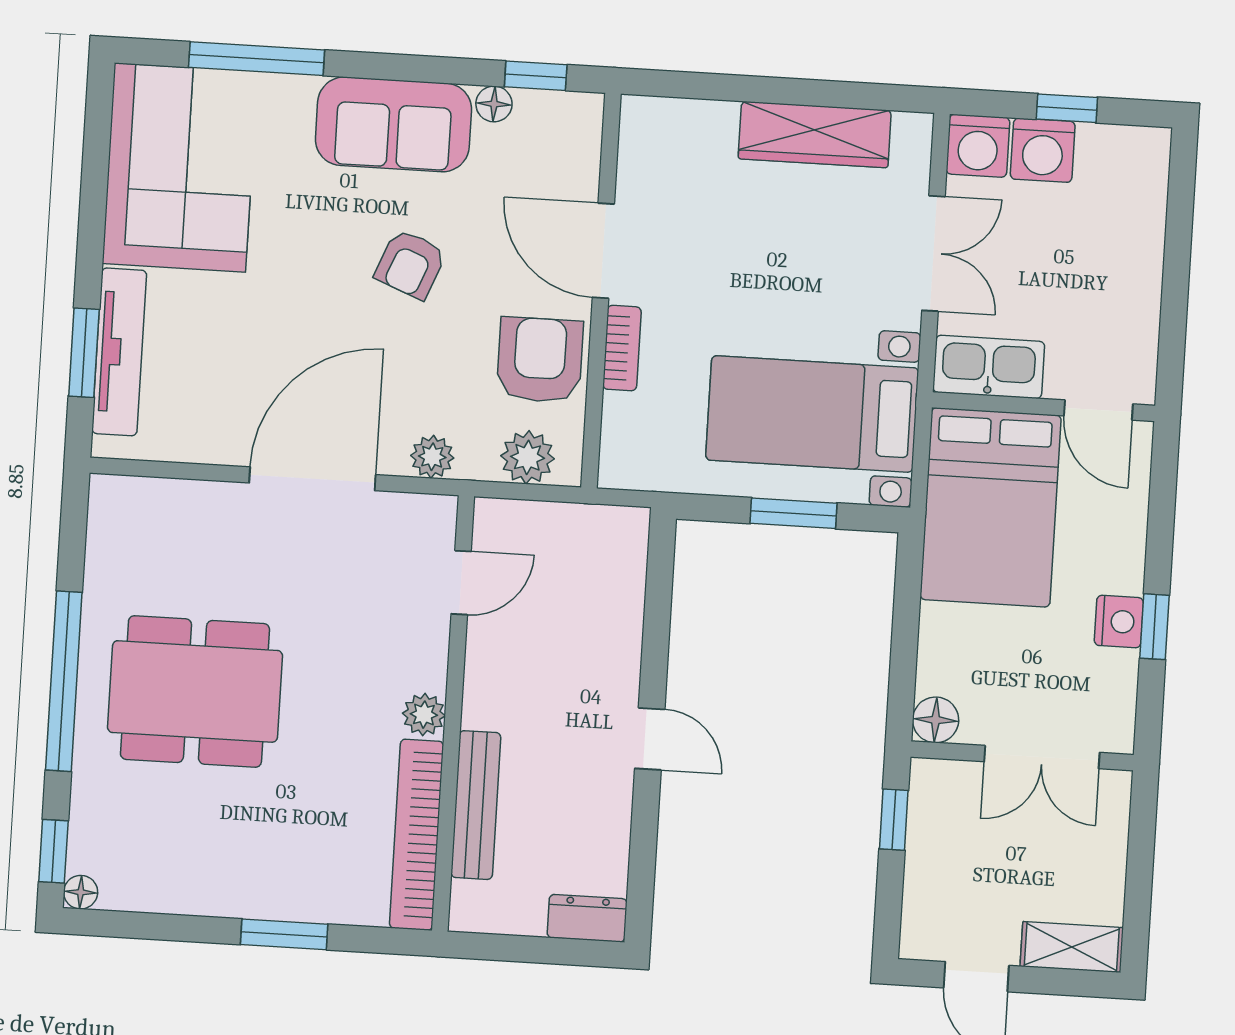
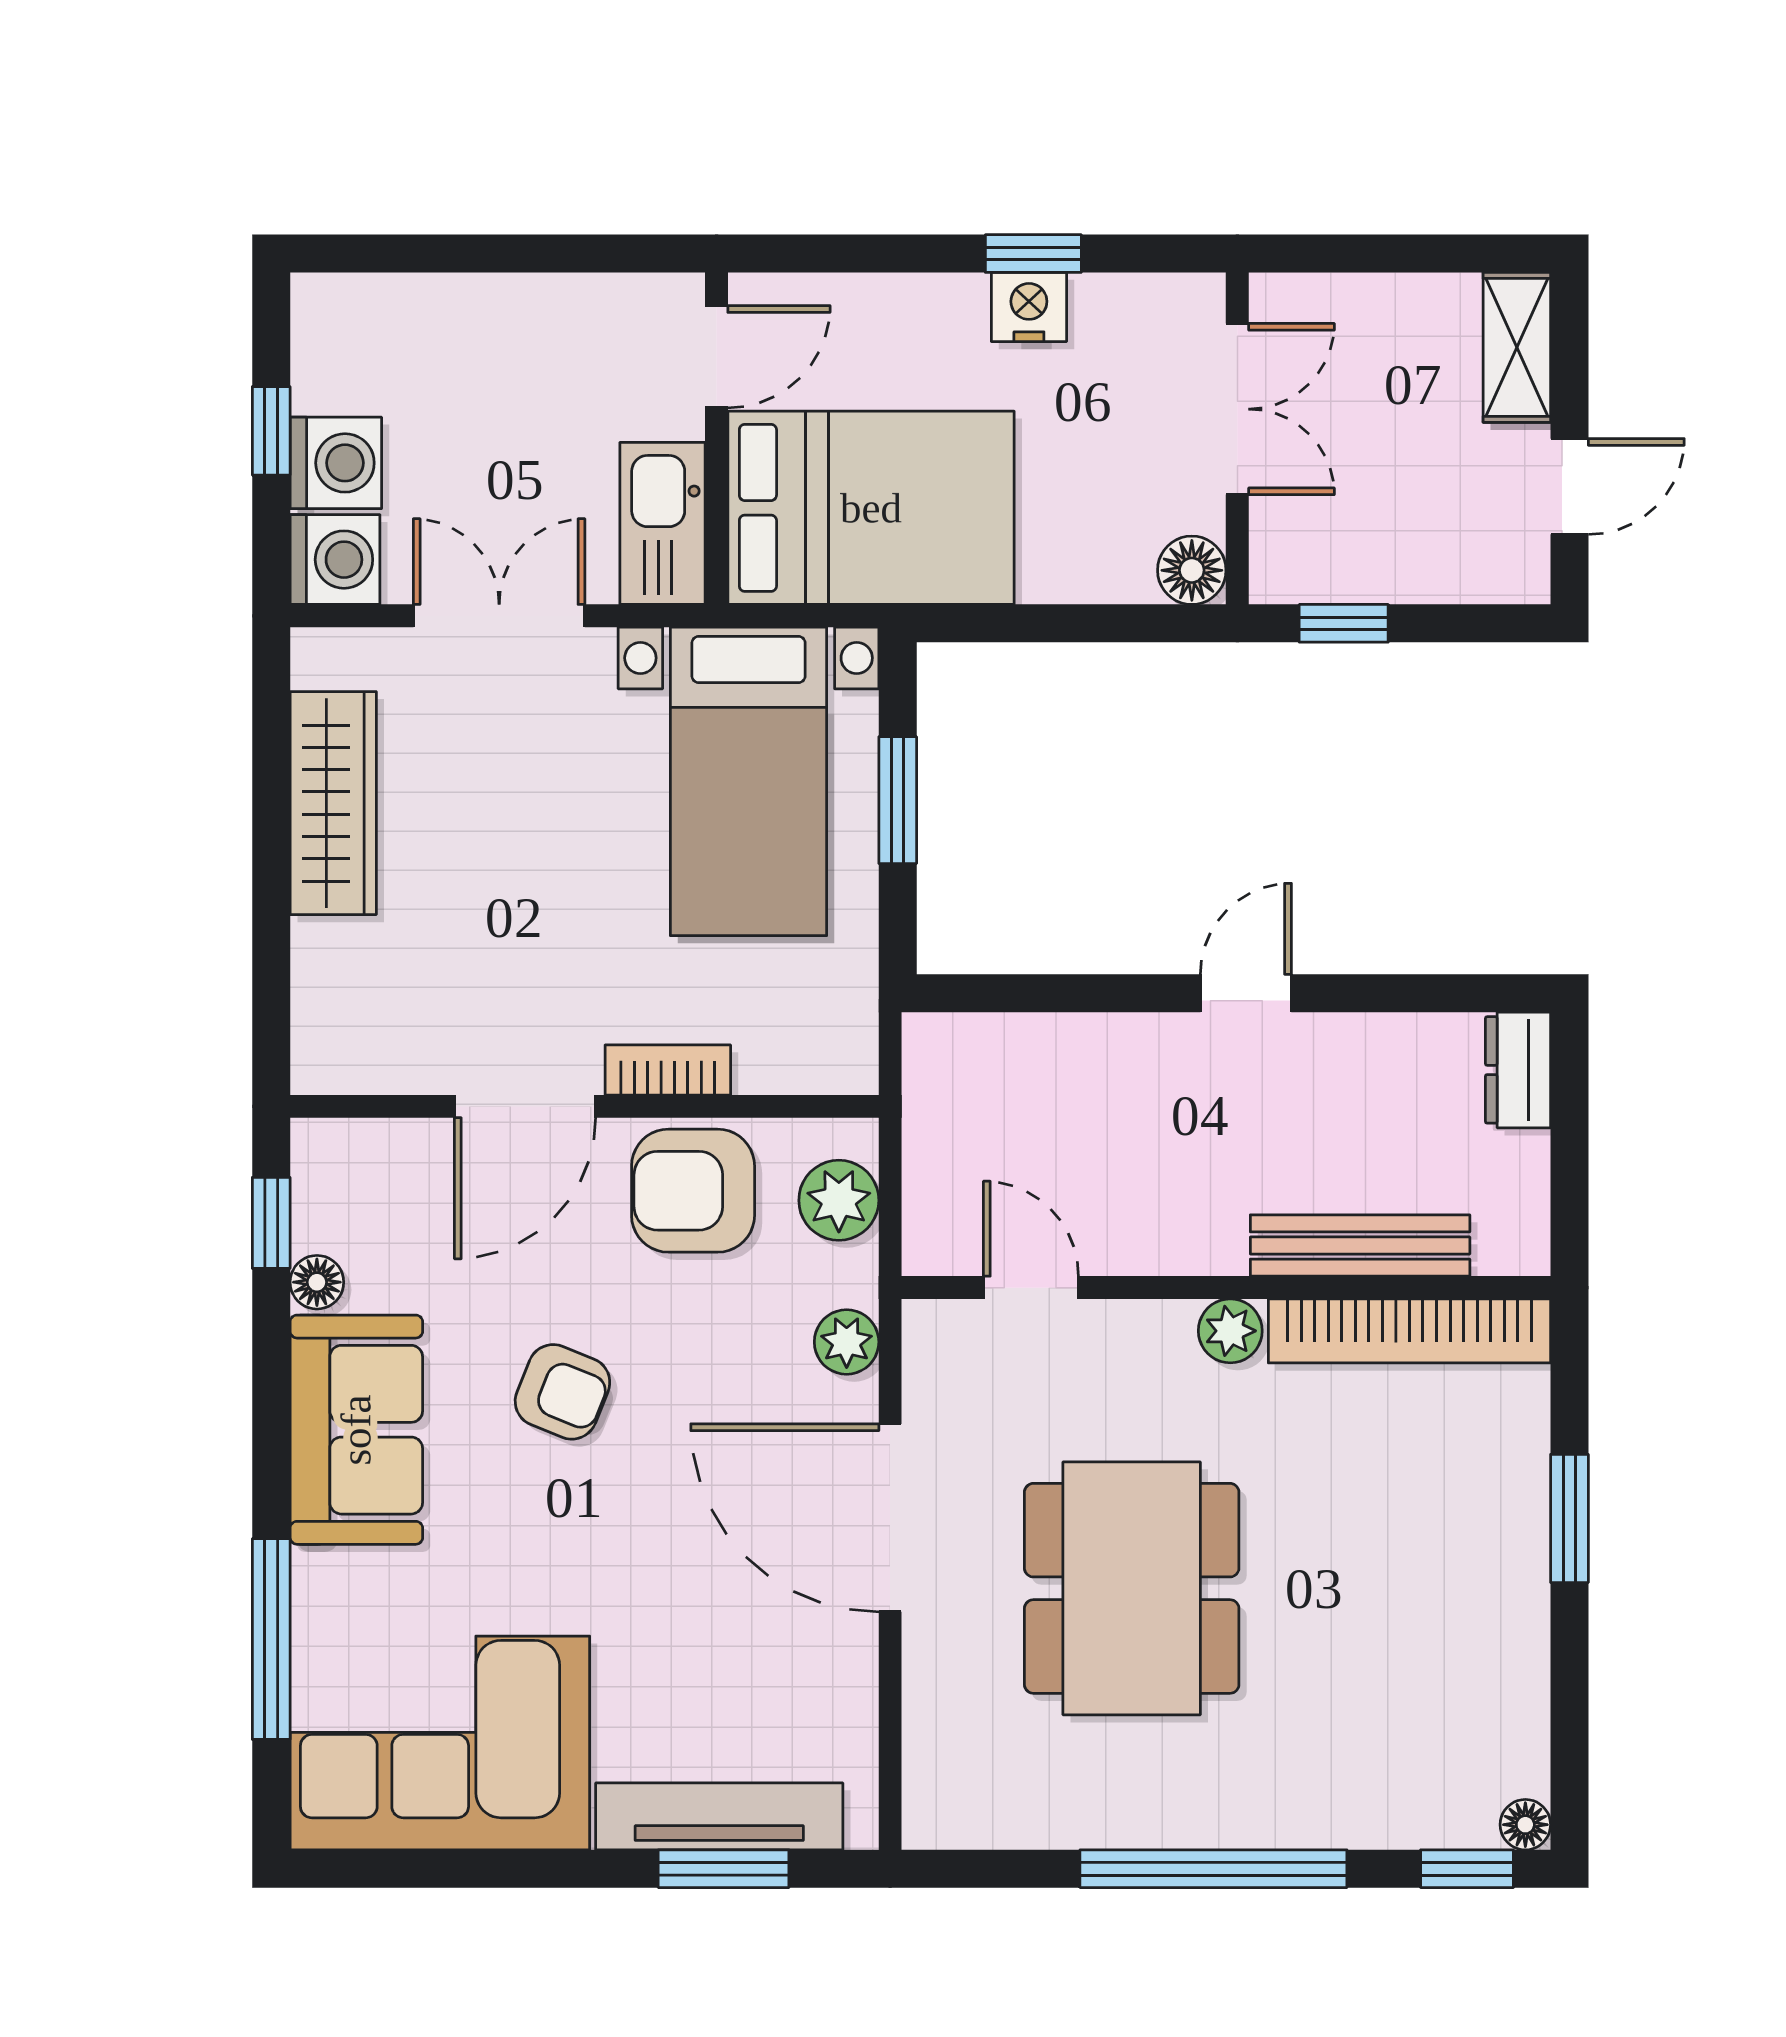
dining table: (195, 691) -> (1132, 1588), moved

